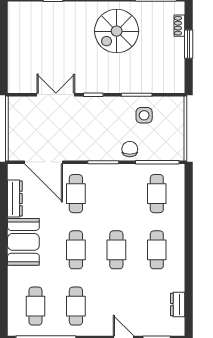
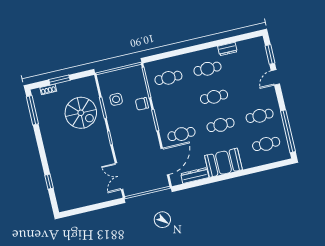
spiral stairs: (117, 31) -> (81, 113), moved
double door: (56, 95) -> (119, 176), moved
dresser: (178, 305) -> (227, 49), moved

